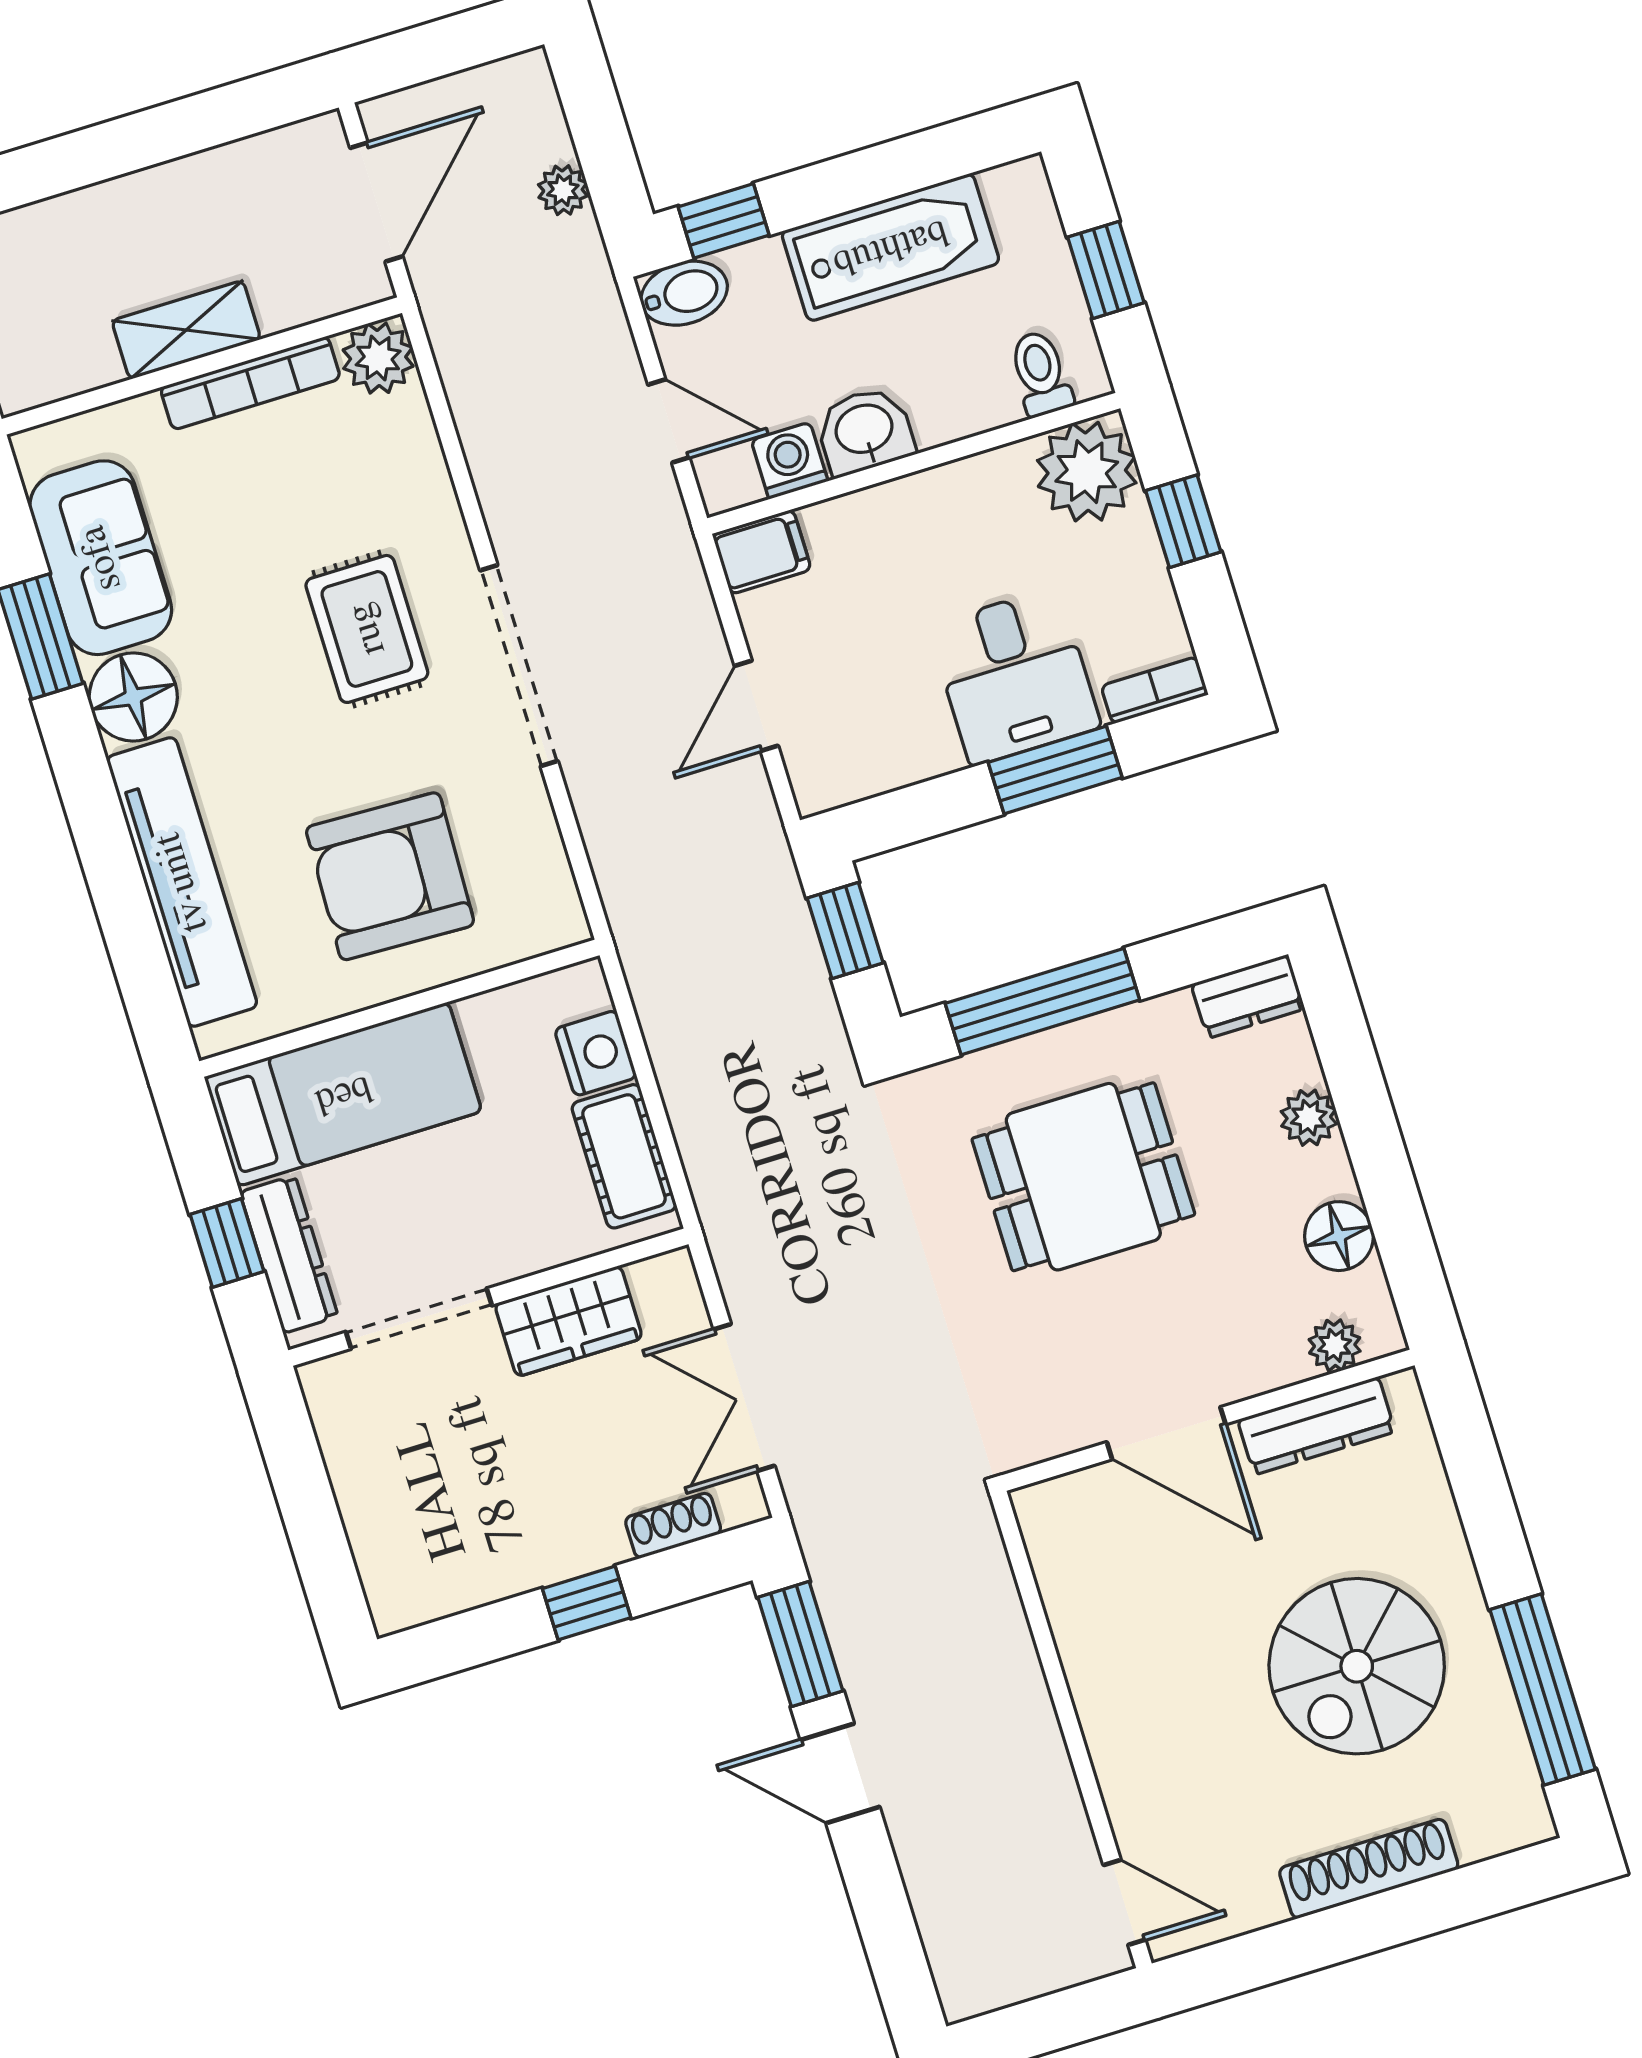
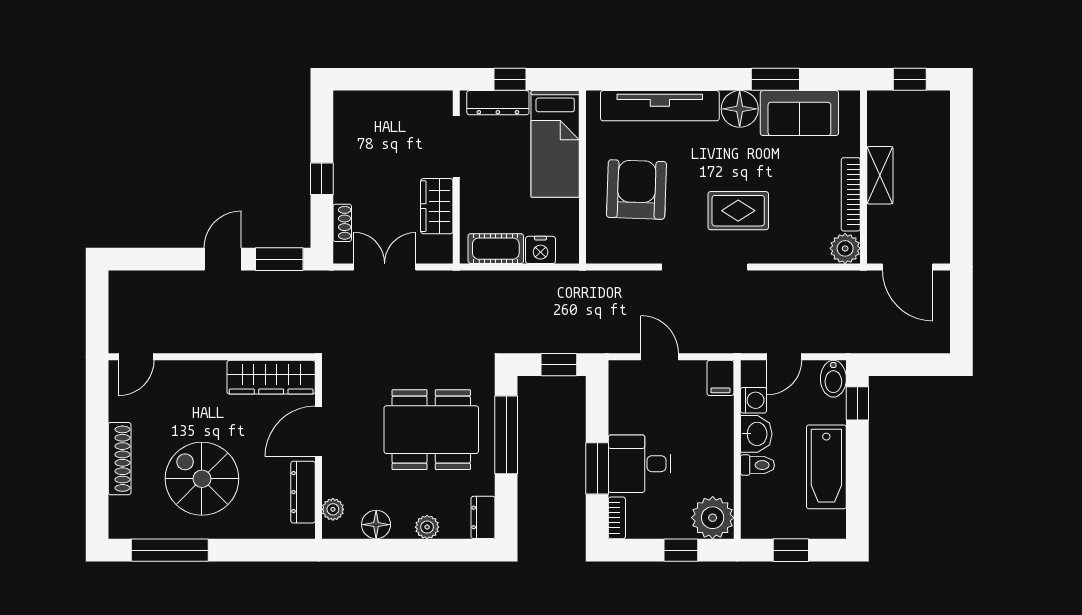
plant: (563, 190) -> (889, 343), removed
toilet: (1041, 373) -> (757, 465), moved
dining table: (1083, 1177) -> (431, 430), width x1.38
wardrobe: (1076, 1579) -> (271, 377), added

